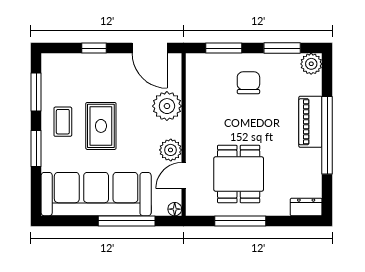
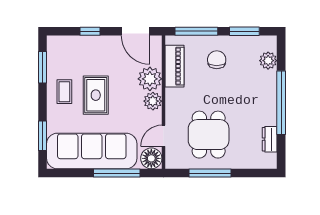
window: (224, 48) -> (196, 31), width x1.44
plant: (311, 64) -> (268, 61), moved
piano: (310, 122) -> (175, 66), moved, turned 180
window: (36, 148) -> (43, 136), moved
plant: (171, 150) -> (153, 101), moved
dresser: (306, 207) -> (270, 139), moved, turned -90
floor lamp: (175, 209) -> (151, 158), width x1.89, depth x1.89

